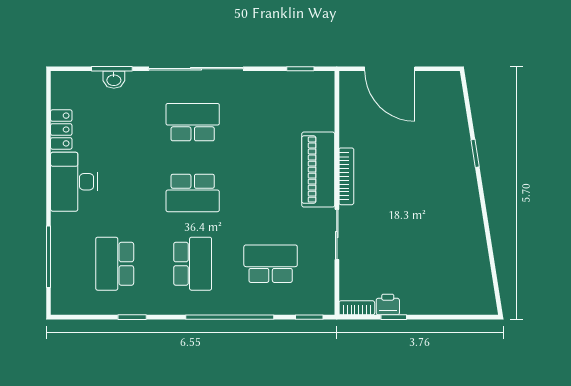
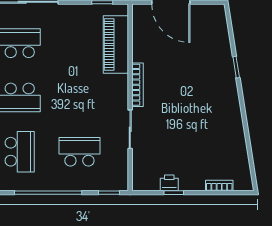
piano: (318, 170) -> (116, 44), moved
bookcase: (357, 308) -> (219, 186), moved

